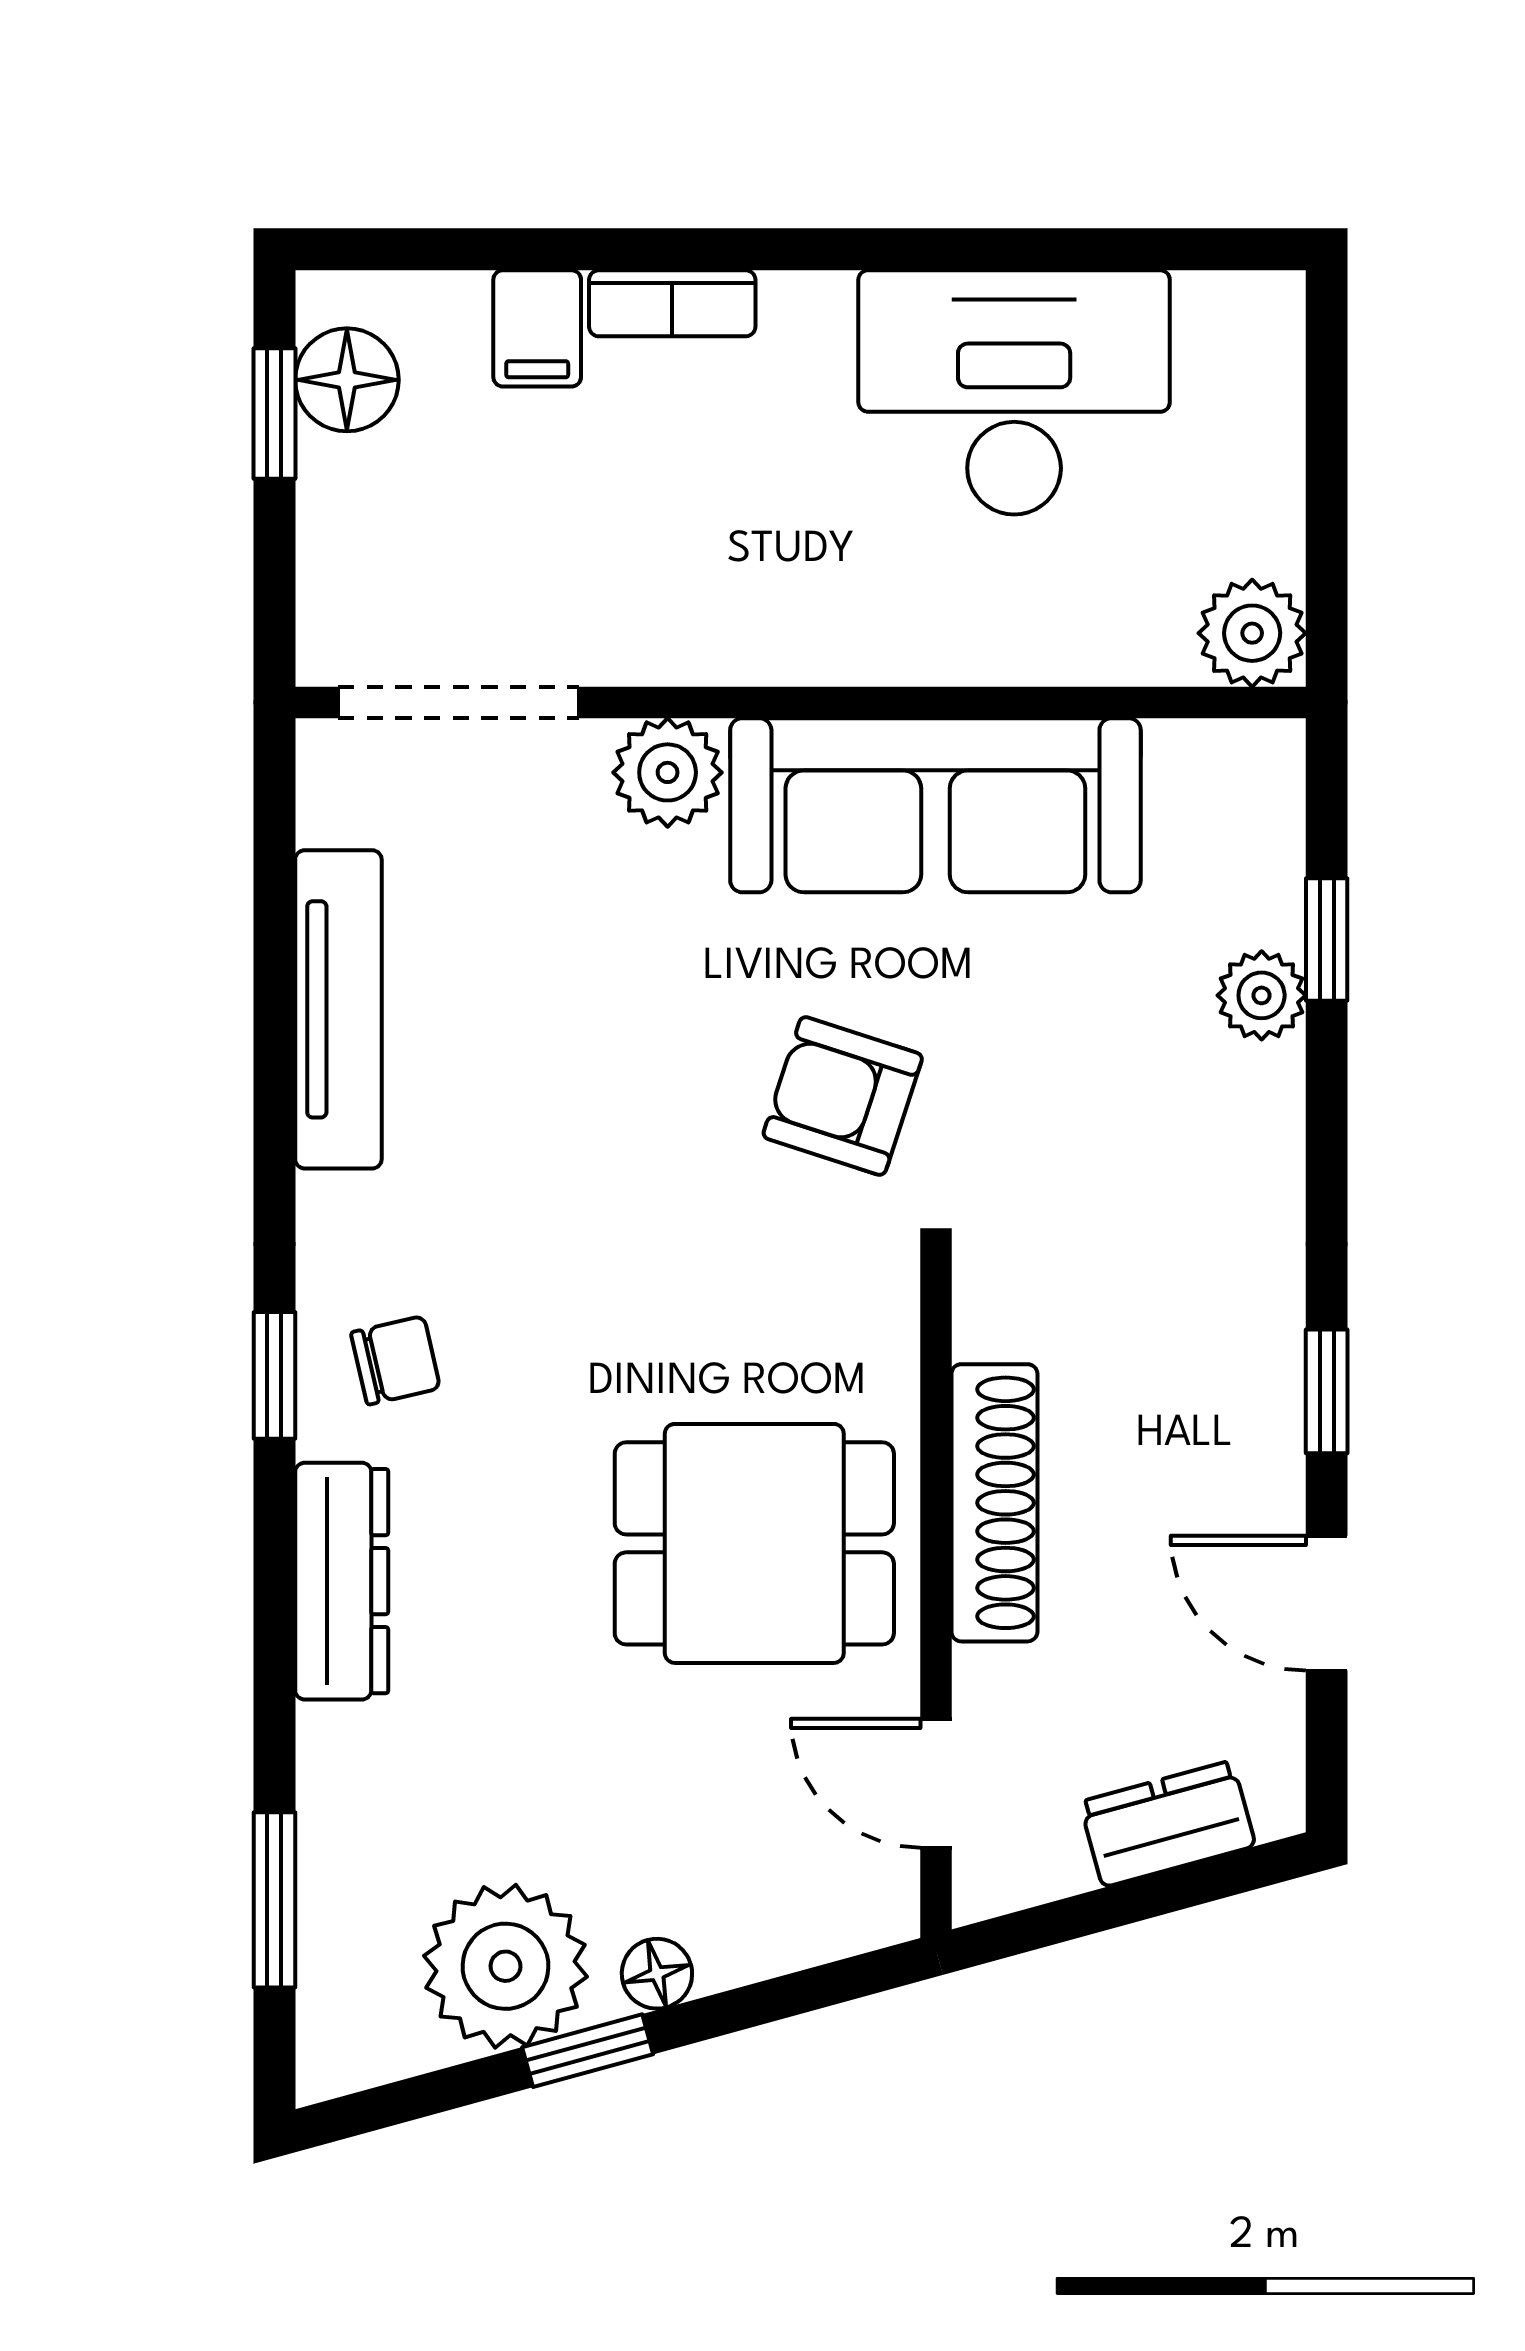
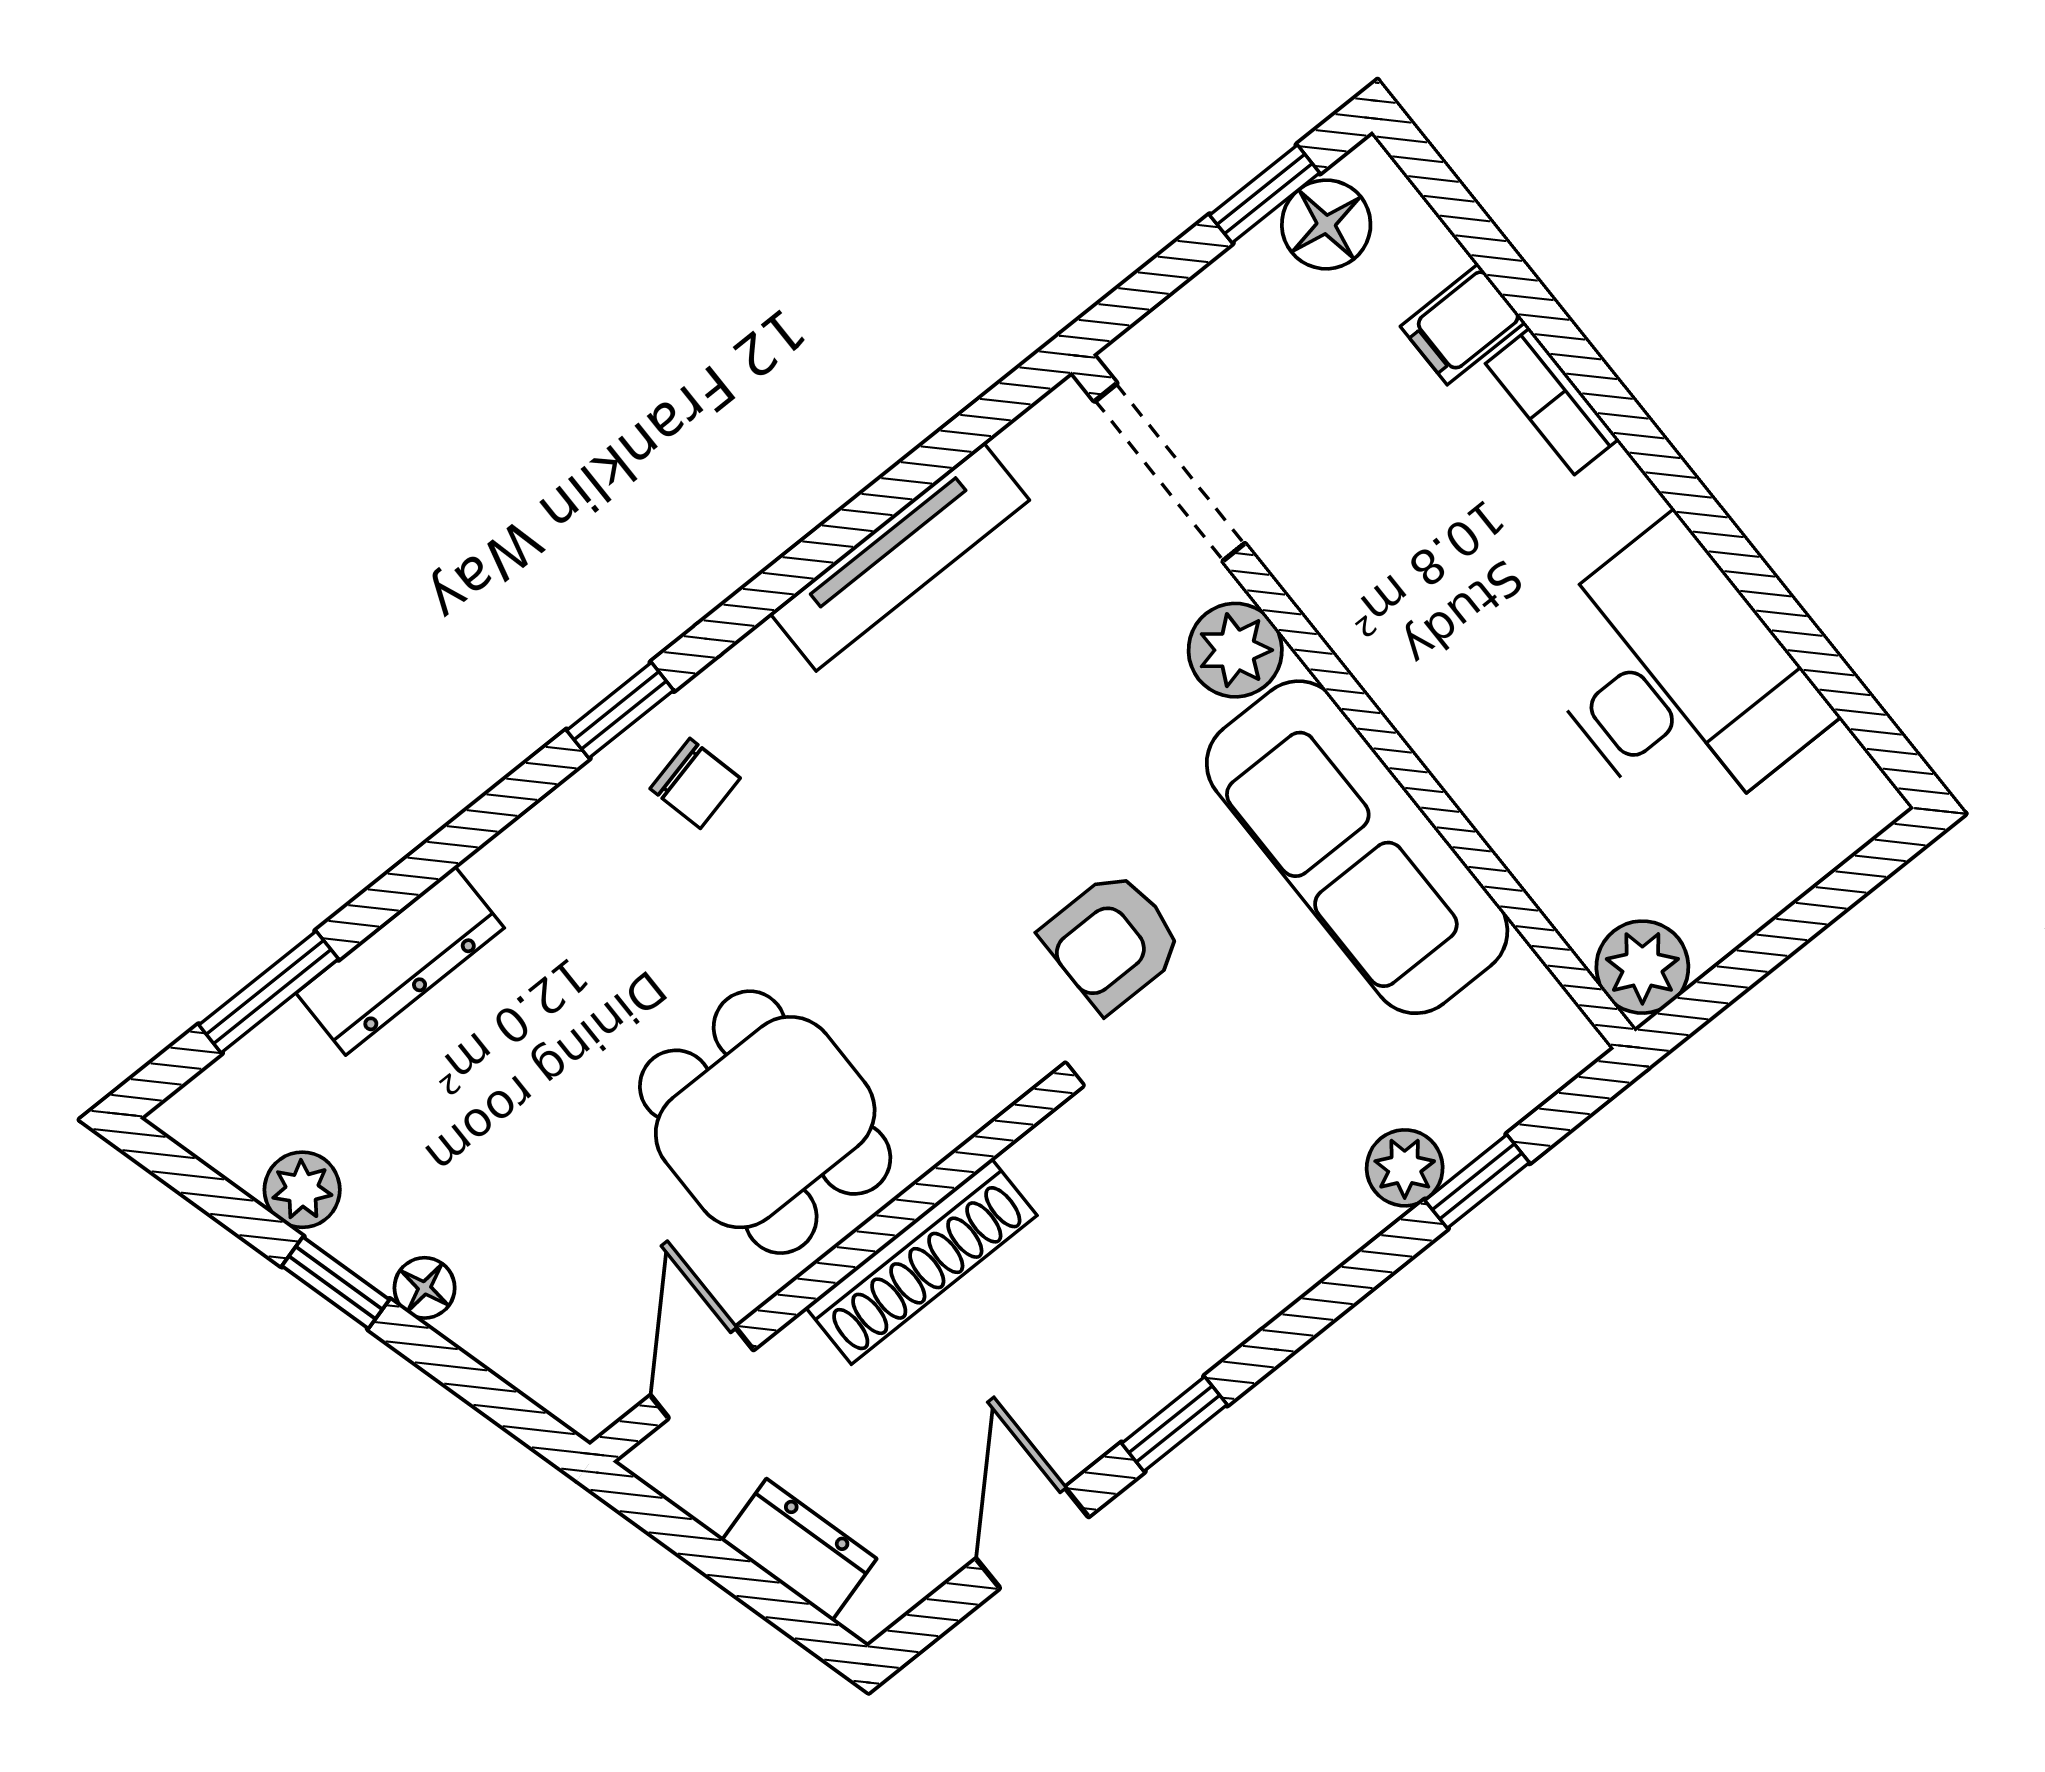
armchair: (843, 1096) -> (1112, 941), turned -108
dresser: (342, 1581) -> (400, 961), moved
plant: (506, 1966) -> (302, 1190), width x0.53, depth x0.53

